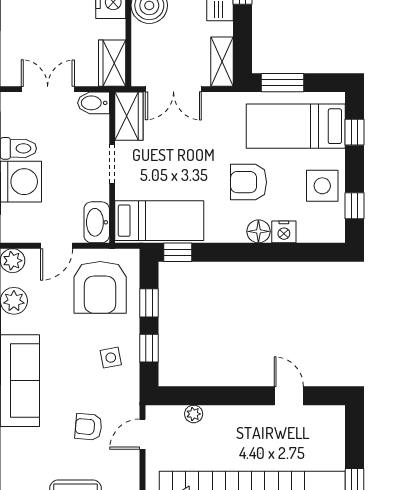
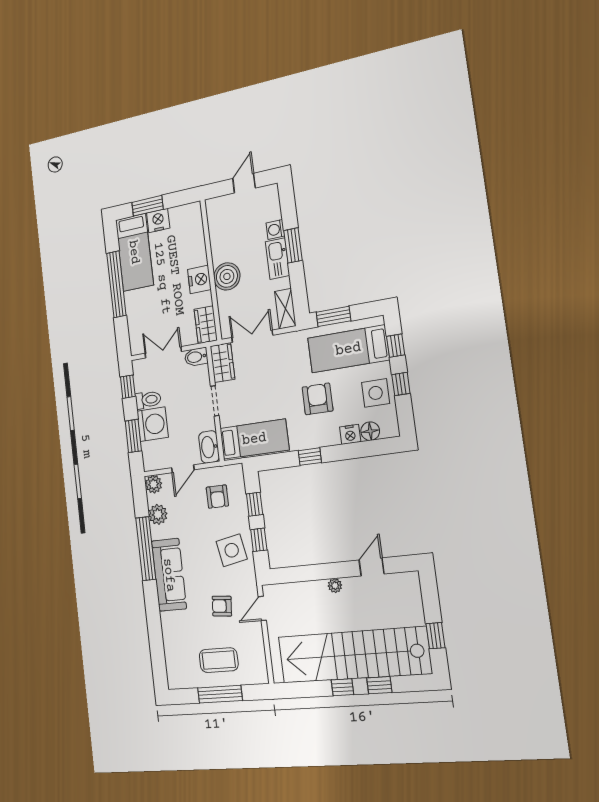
double door: (173, 89) -> (252, 336), swing flipped
armchair: (249, 182) -> (318, 399), turned 90
window: (355, 206) -> (401, 384), moved
floor lamp: (258, 231) -> (370, 431), moved
window: (178, 252) -> (310, 457), moved
armchair: (100, 287) -> (217, 497), width x0.53, depth x0.53
side table: (111, 358) -> (232, 550), width x1.87, depth x1.87
door: (289, 396) -> (372, 567), hinge flipped
plant: (194, 414) -> (335, 586), moved

